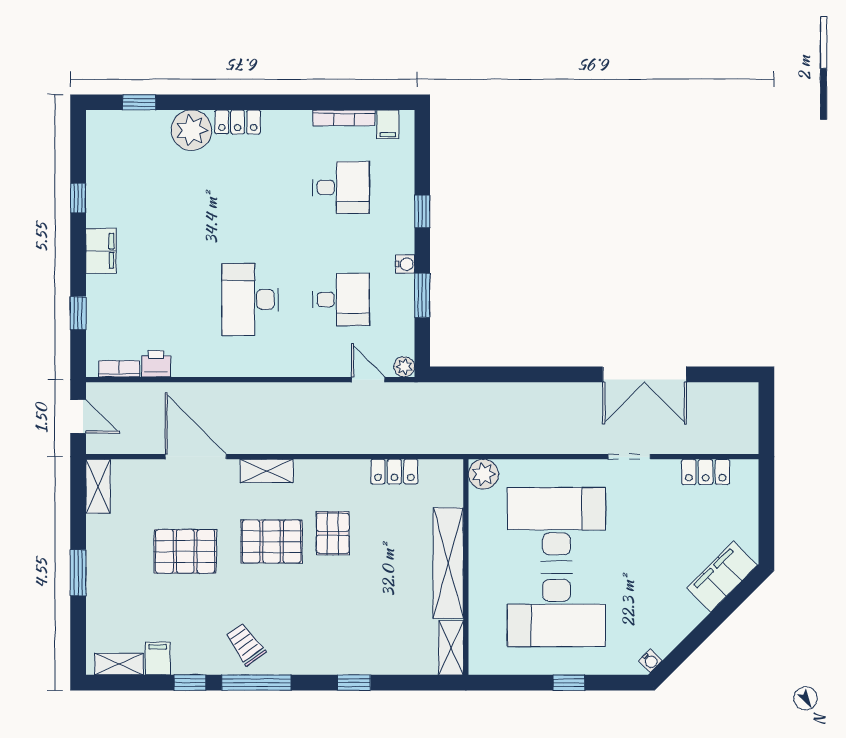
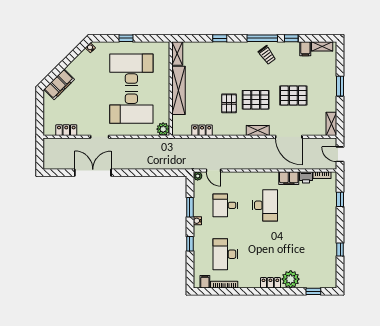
desk: (341, 187) -> (225, 254), width x1.37
filing cabinet: (101, 251) -> (289, 178), moved, turned -90

